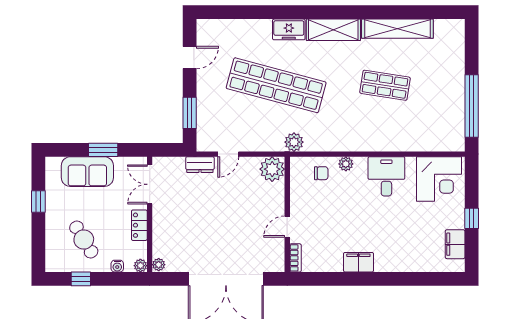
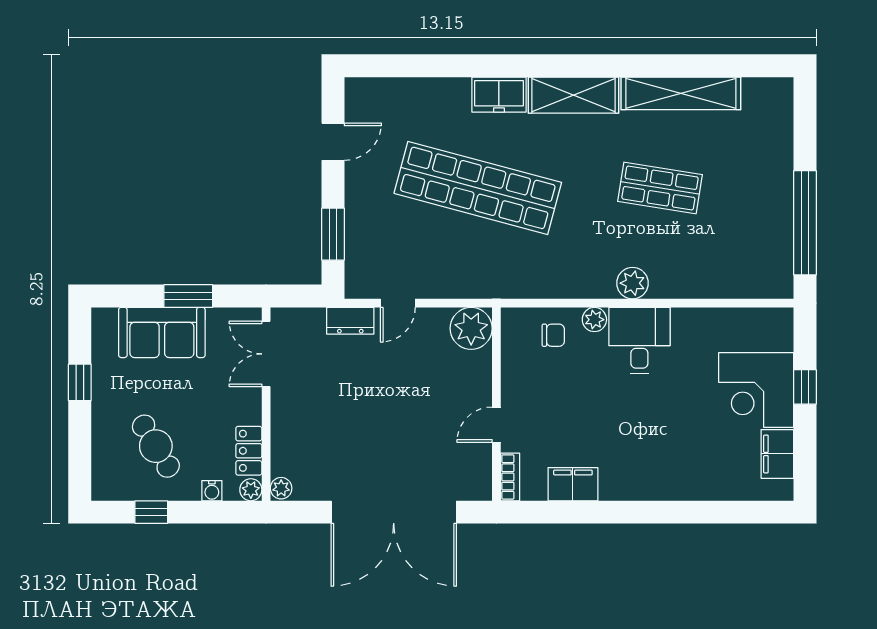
plant: (294, 142) -> (633, 283), moved
desk: (386, 176) -> (639, 340), moved
corner desk: (439, 179) -> (756, 390), moved, turned 90
window: (472, 218) -> (805, 387), moved
locker: (139, 225) -> (249, 451), moved
filing cabinet: (358, 262) -> (573, 484), moved

